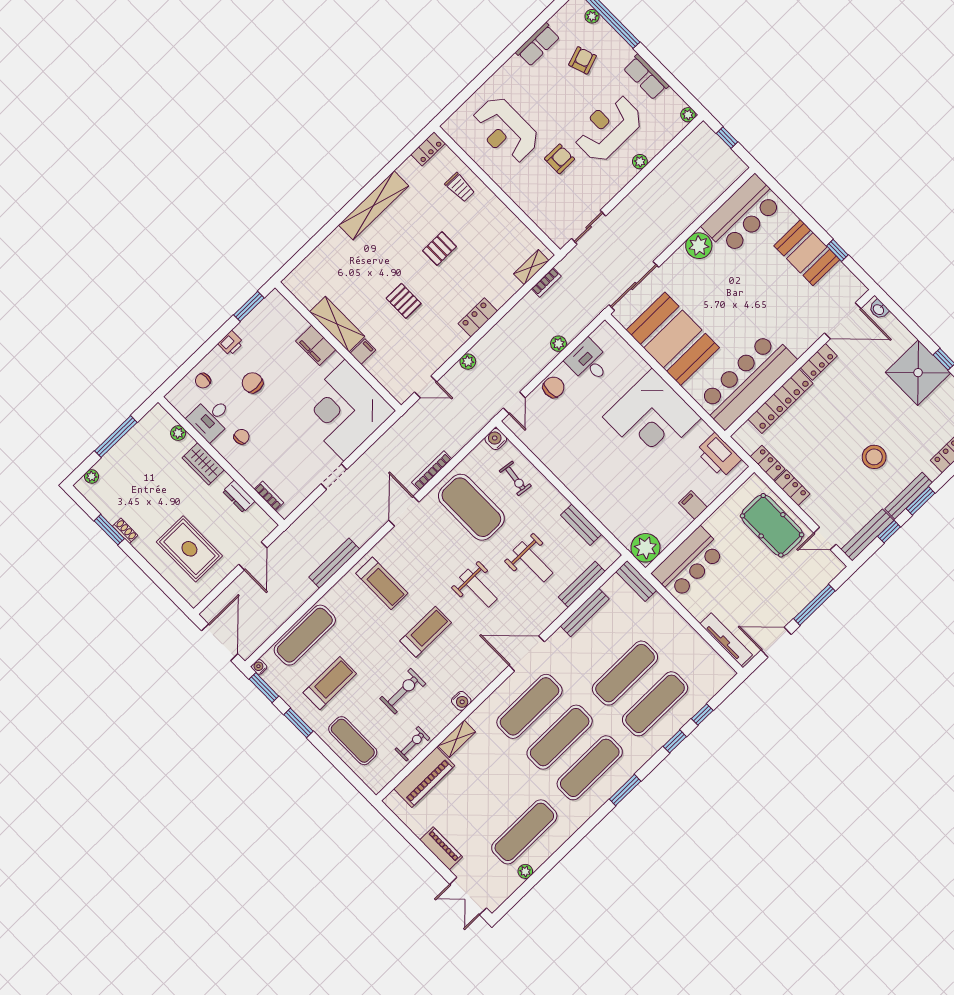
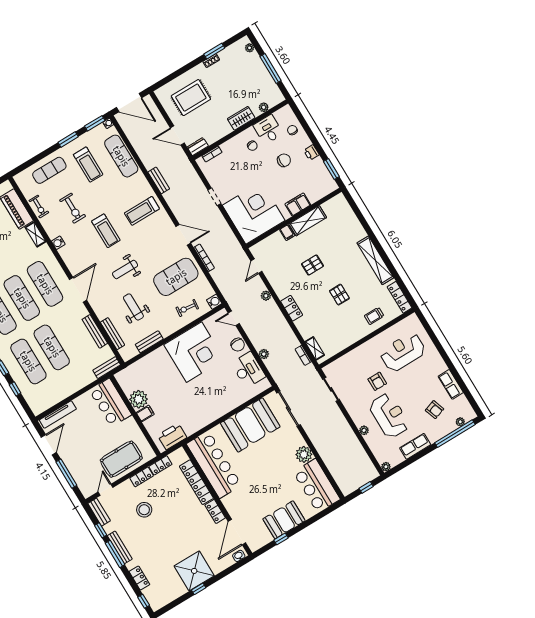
locker: (428, 149) -> (400, 297), width x1.53
desk: (588, 362) -> (248, 370), width x1.37
corner desk: (652, 417) -> (194, 352), moved, turned 180
stool: (874, 457) -> (144, 510), moved
dresser: (239, 496) -> (198, 147), moved
window: (921, 501) -> (115, 554), width x1.44
bench: (867, 535) -> (99, 512), width x0.73
plant: (645, 548) -> (139, 399), moved
weight bench: (533, 562) -> (133, 307), turned 90
bench: (334, 563) -> (159, 180), width x0.73

